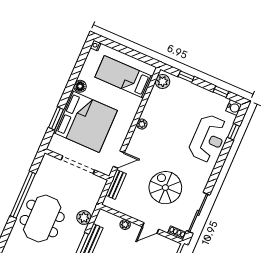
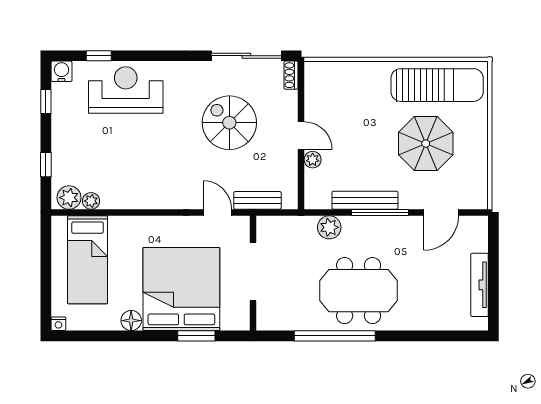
plant: (142, 124) -> (91, 201), moved
spiral stairs: (165, 188) -> (229, 123), turned 90
door: (151, 228) -> (301, 136), moved

